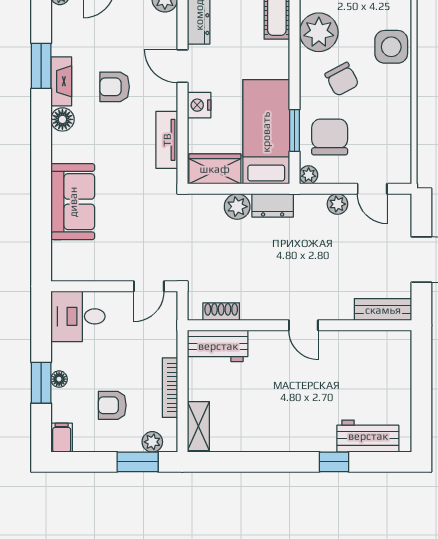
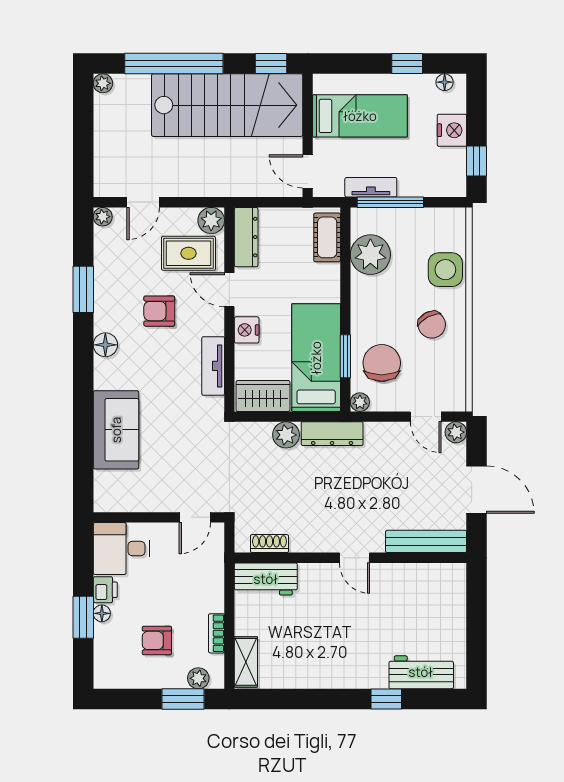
rug: (143, 31) -> (188, 253), added
chair: (342, 79) -> (432, 325), moved
fireplace: (61, 81) -> (104, 305), removed
plant: (337, 204) -> (456, 432), moved
dresser: (273, 205) -> (332, 434), width x1.44
bench: (383, 310) -> (426, 541), width x1.36
printer: (62, 356) -> (105, 590), added
bookcase: (170, 388) -> (217, 633), width x0.64
filing cabinet: (62, 438) -> (105, 674), removed

